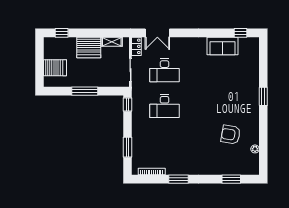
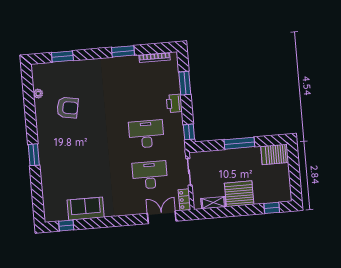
server rack: (55, 68) -> (275, 154), moved
printer: (138, 130) -> (174, 103), added

